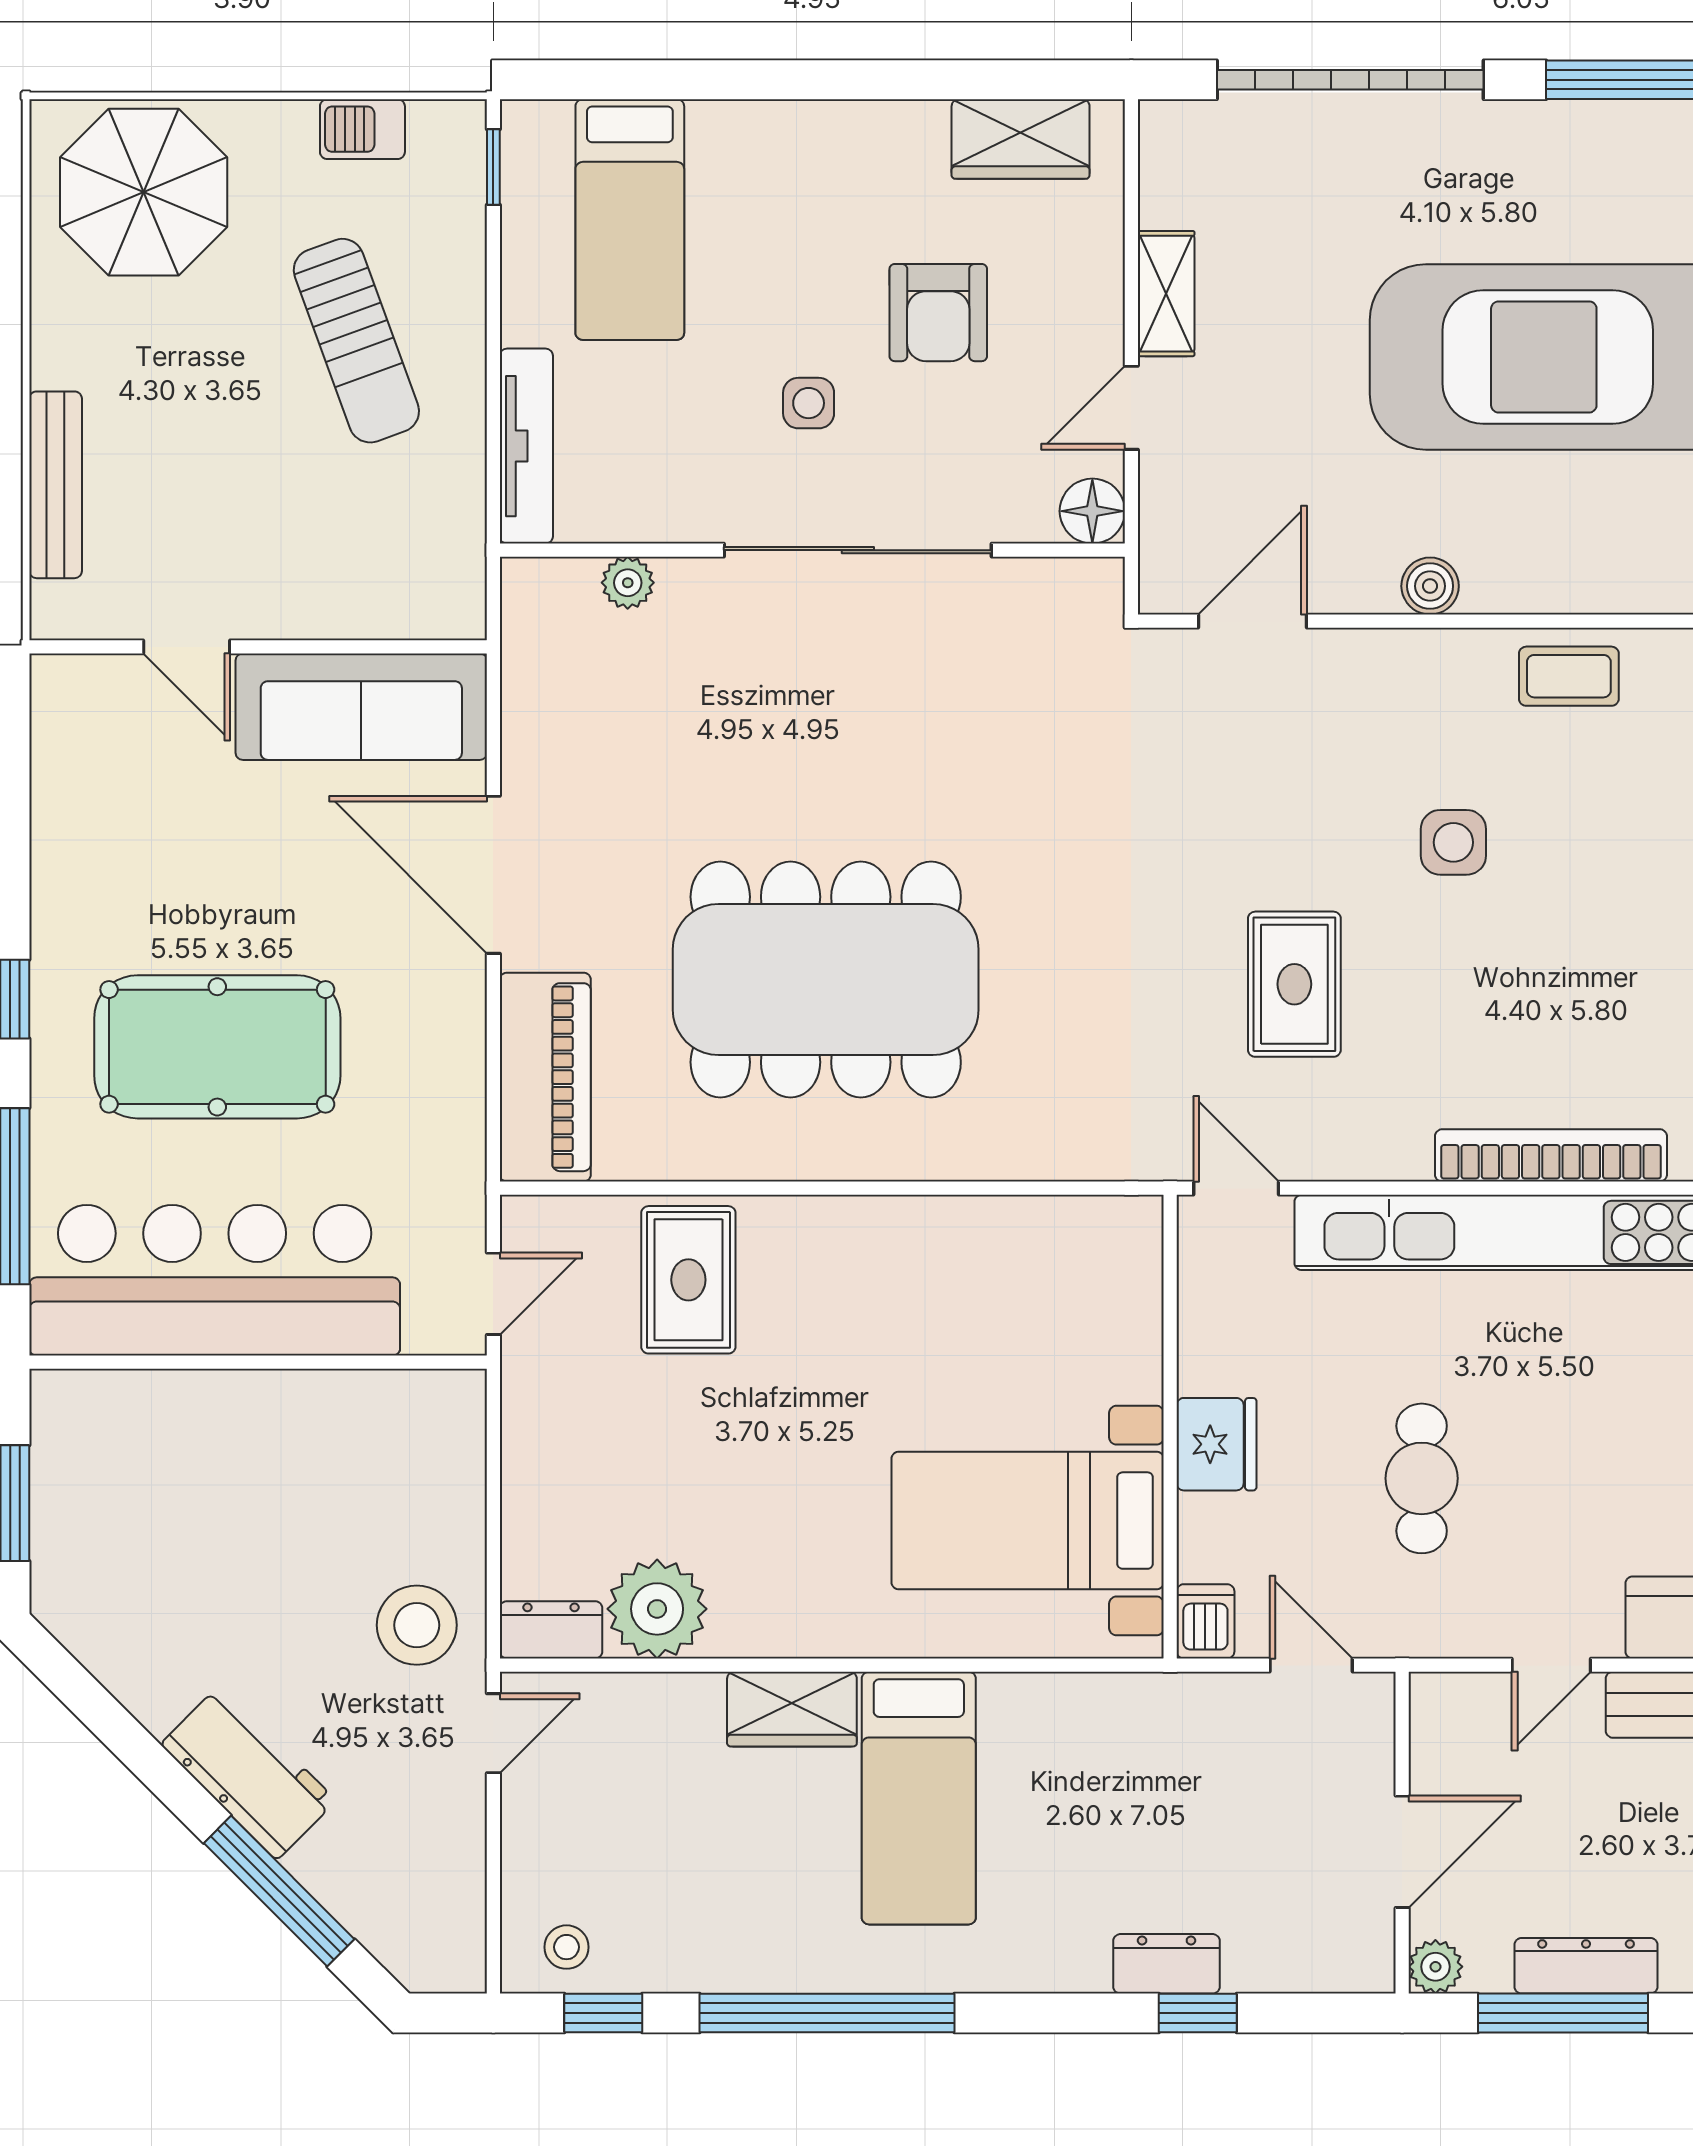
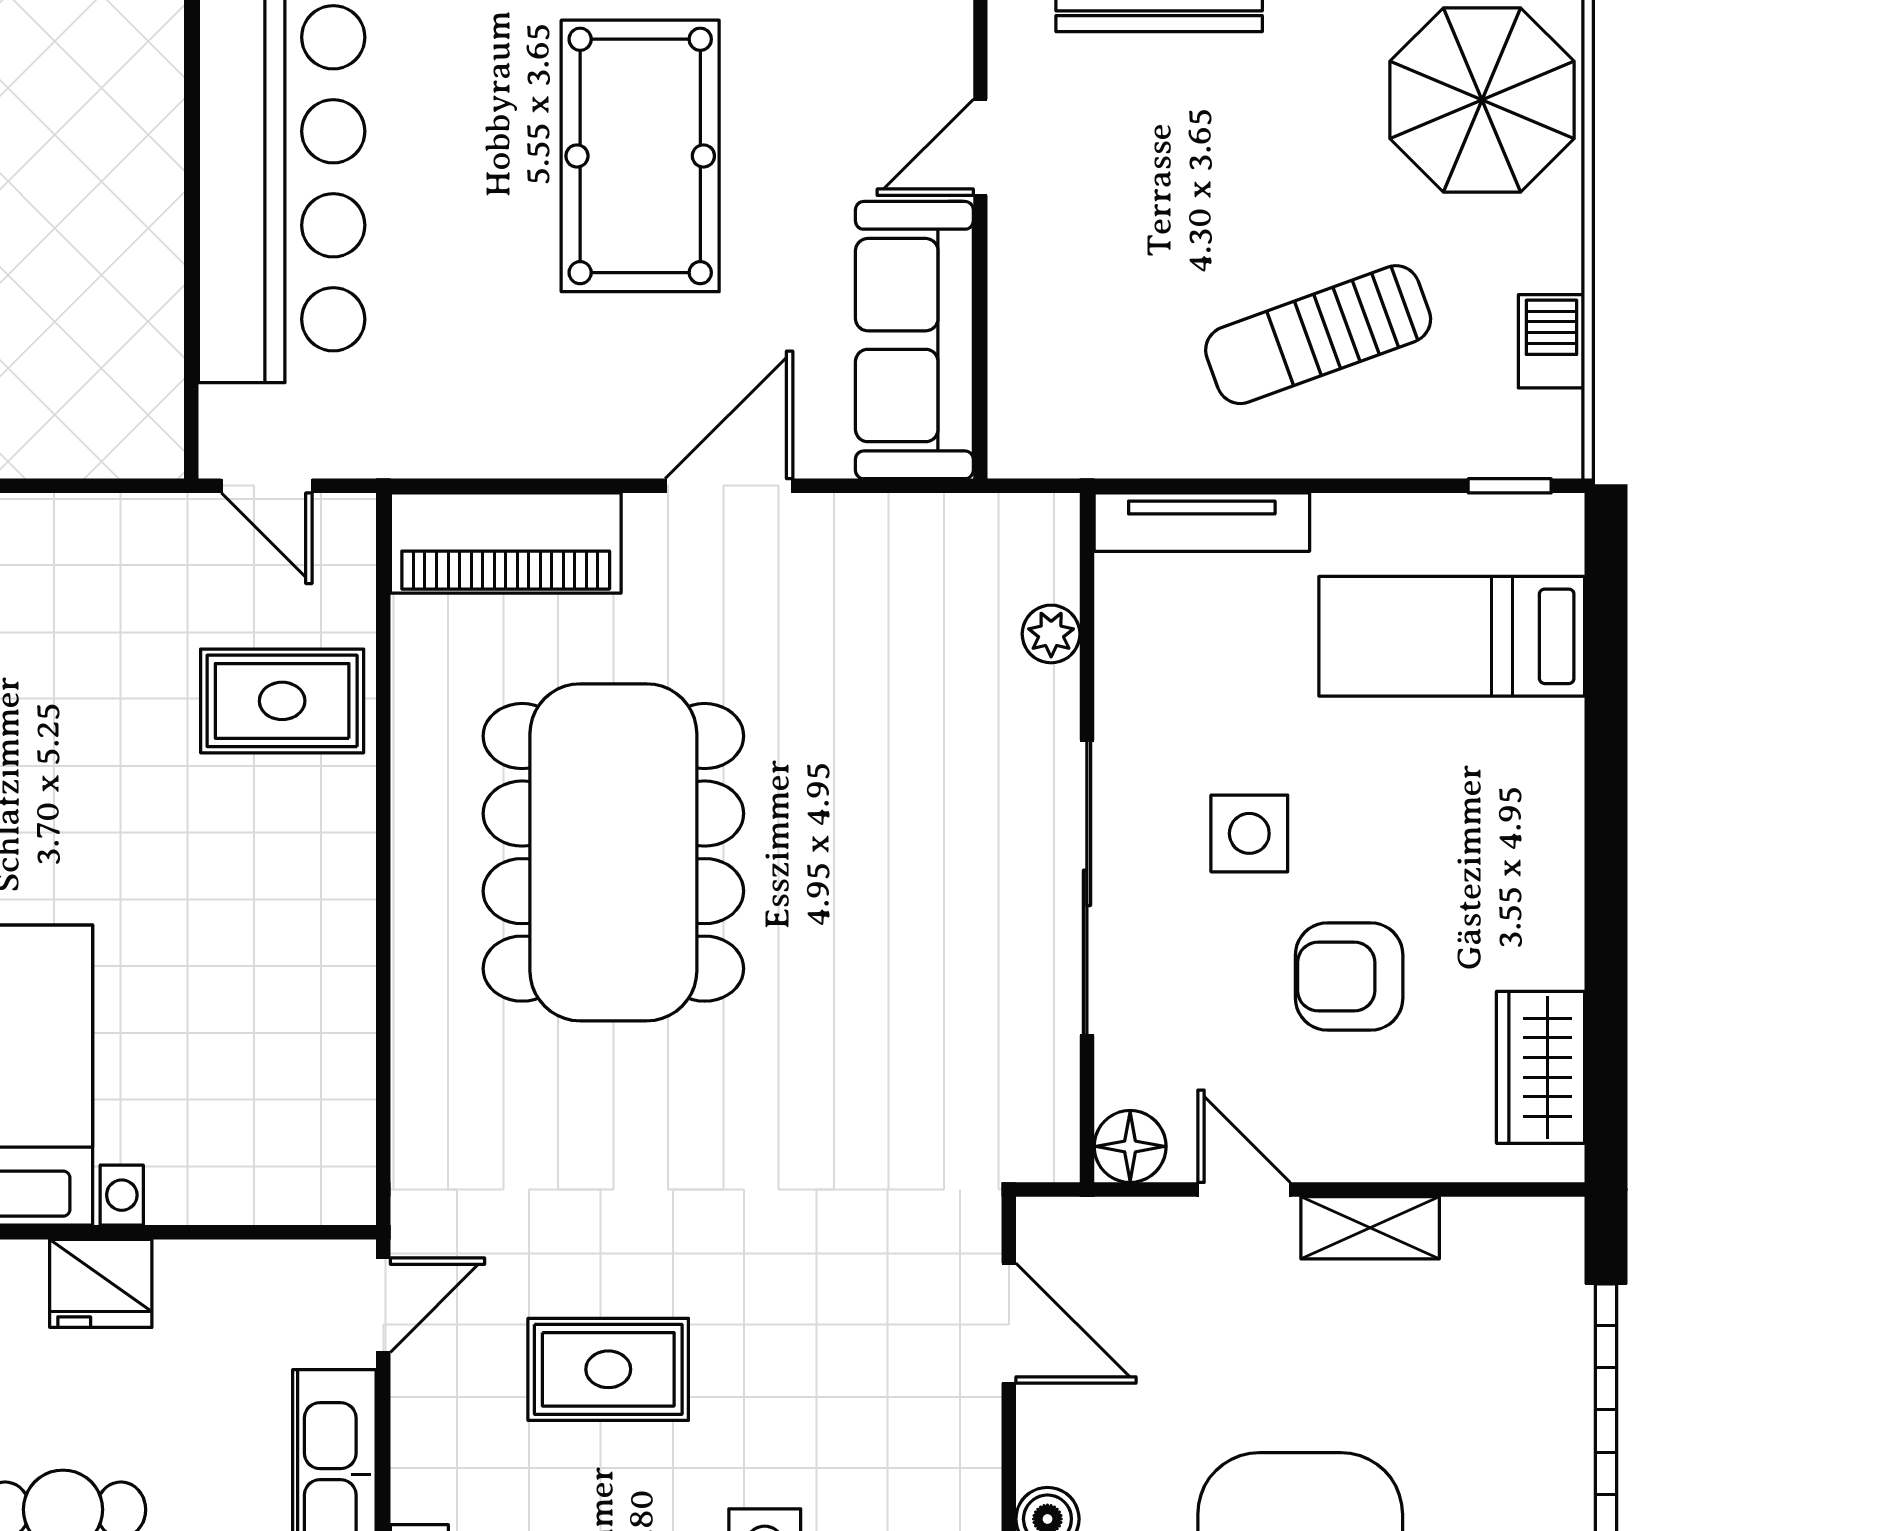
side table: (809, 403) -> (1249, 833), width x1.37, depth x1.37
door: (493, 875) -> (729, 486), width x0.73
pool table: (217, 1047) -> (640, 156), moved

